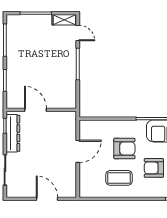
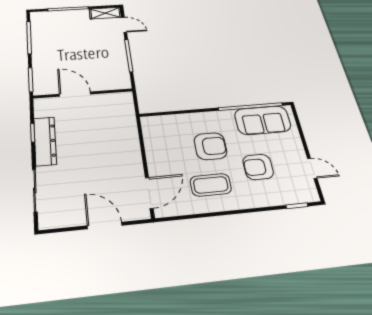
door: (35, 110) -> (75, 94), moved
wall: (41, 110) -> (83, 93), moved
door: (78, 151) -> (149, 193), moved

